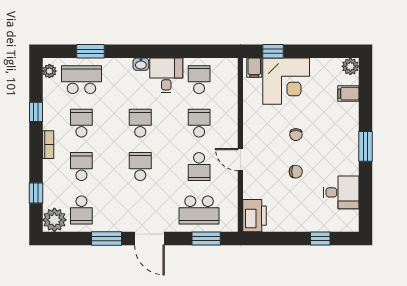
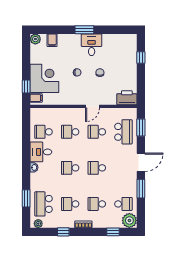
school desk: (199, 167) -> (97, 132), turned 180
desk: (341, 192) -> (92, 45), moved

